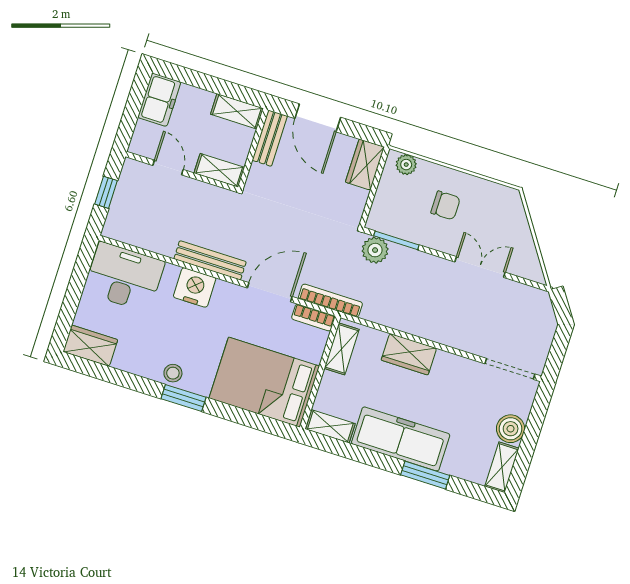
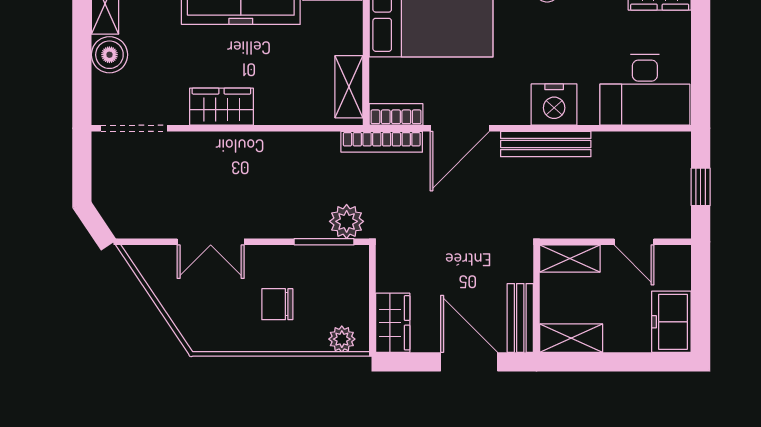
wardrobe: (409, 354) -> (221, 107), moved

